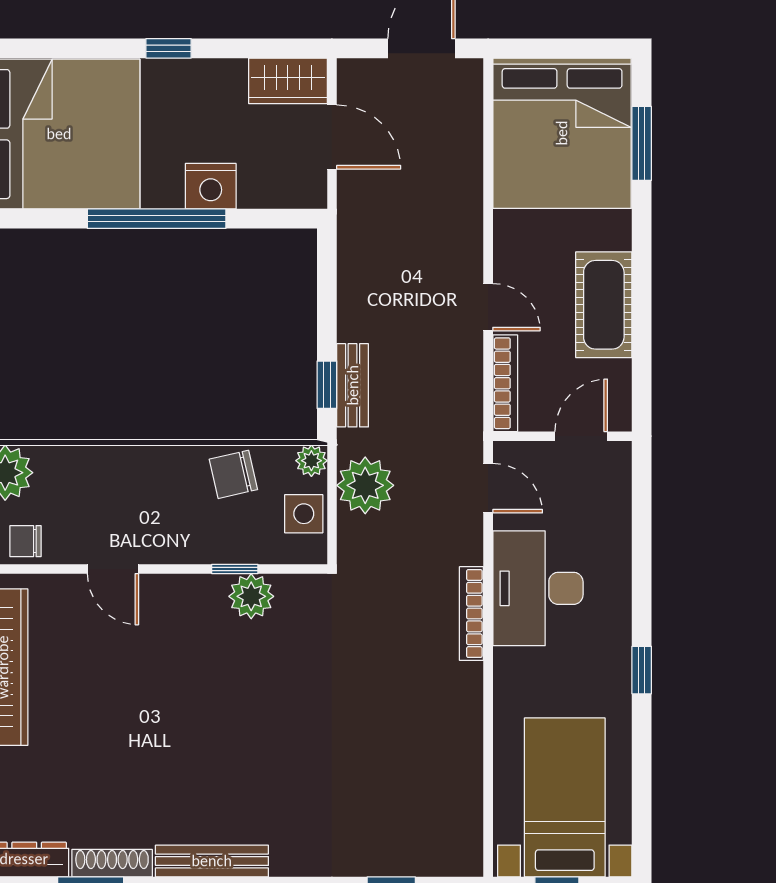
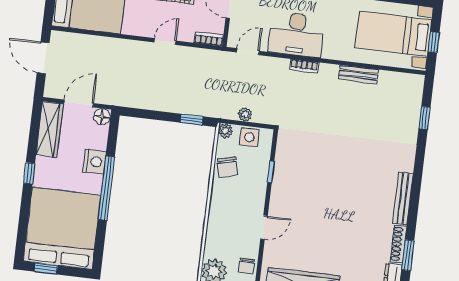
wardrobe: (288, 81) -> (50, 129), width x1.50
floor lamp: (310, 190) -> (102, 117), added
bookcase: (505, 383) -> (209, 39), width x0.64
bench: (353, 385) -> (359, 74), moved
plant: (365, 485) -> (245, 114), width x0.53, depth x0.53
plant: (251, 596) -> (284, 166), removed
bookcase: (471, 614) -> (304, 66), width x0.64

